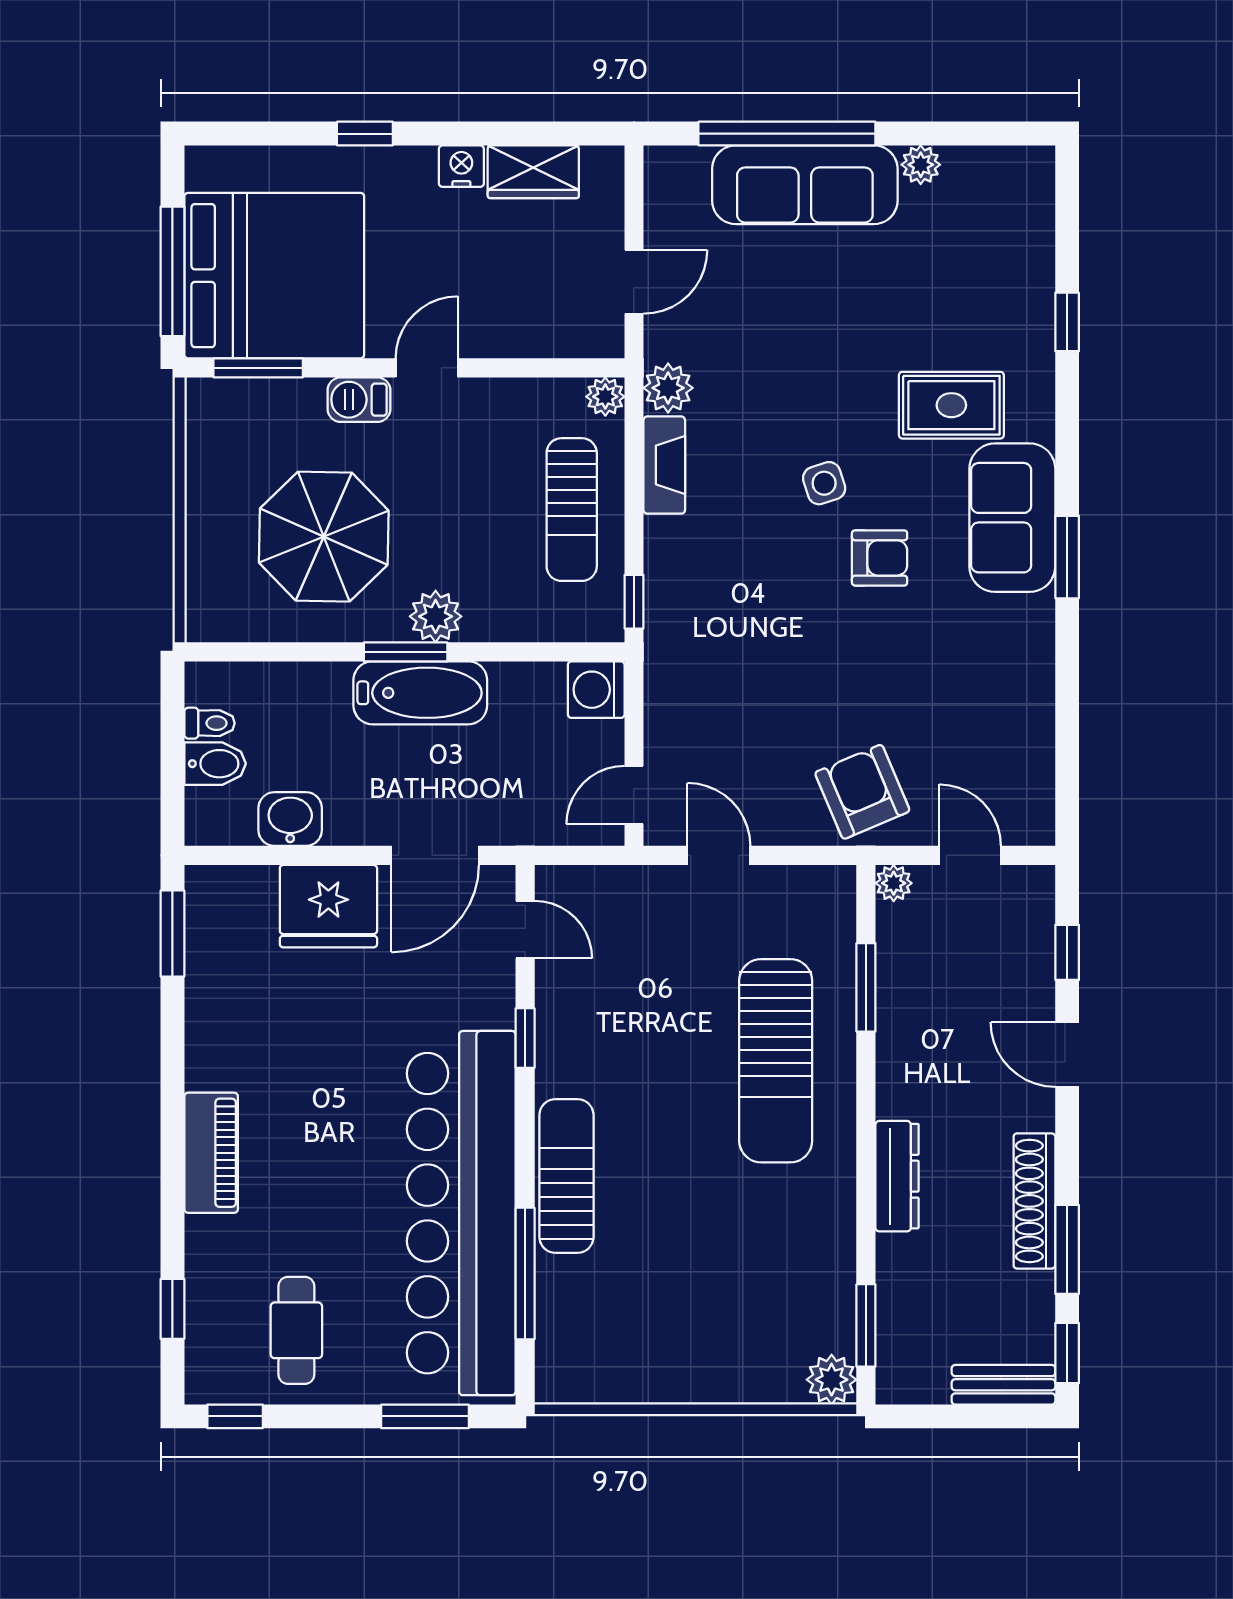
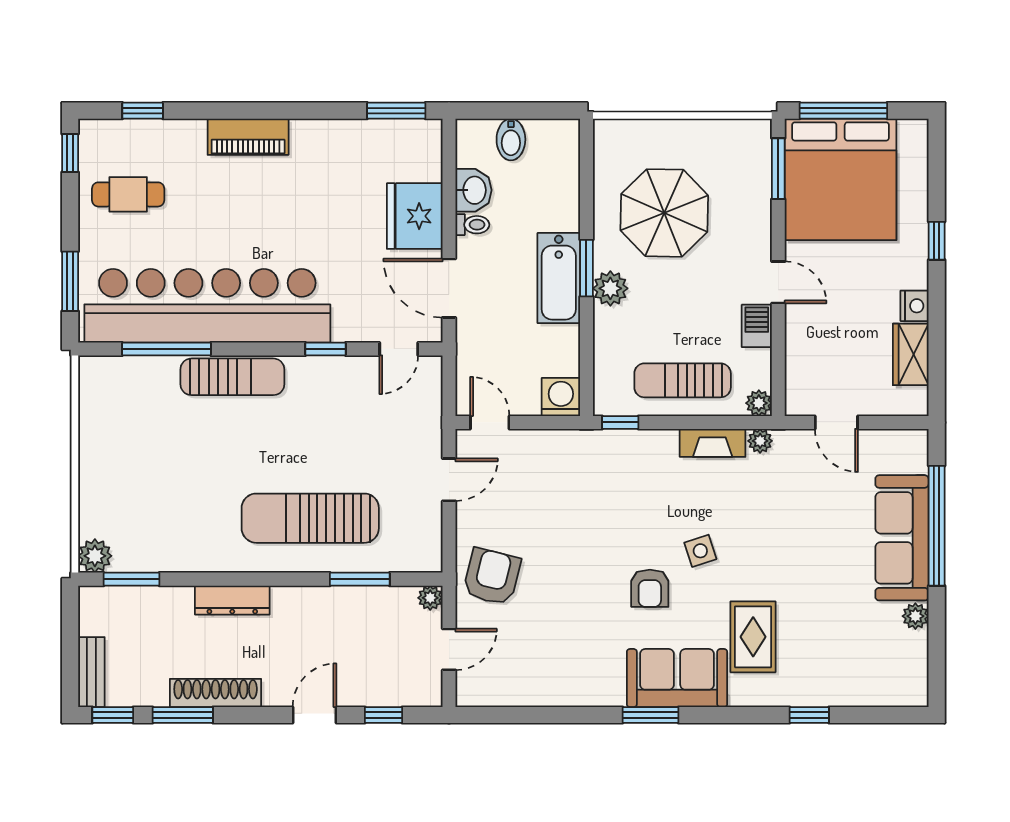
plant: (668, 388) -> (760, 441), width x0.73, depth x0.73
barbecue: (359, 400) -> (757, 326), moved
toilet: (209, 723) -> (472, 225), moved, turned -90
armchair: (862, 792) -> (492, 577), turned -53

